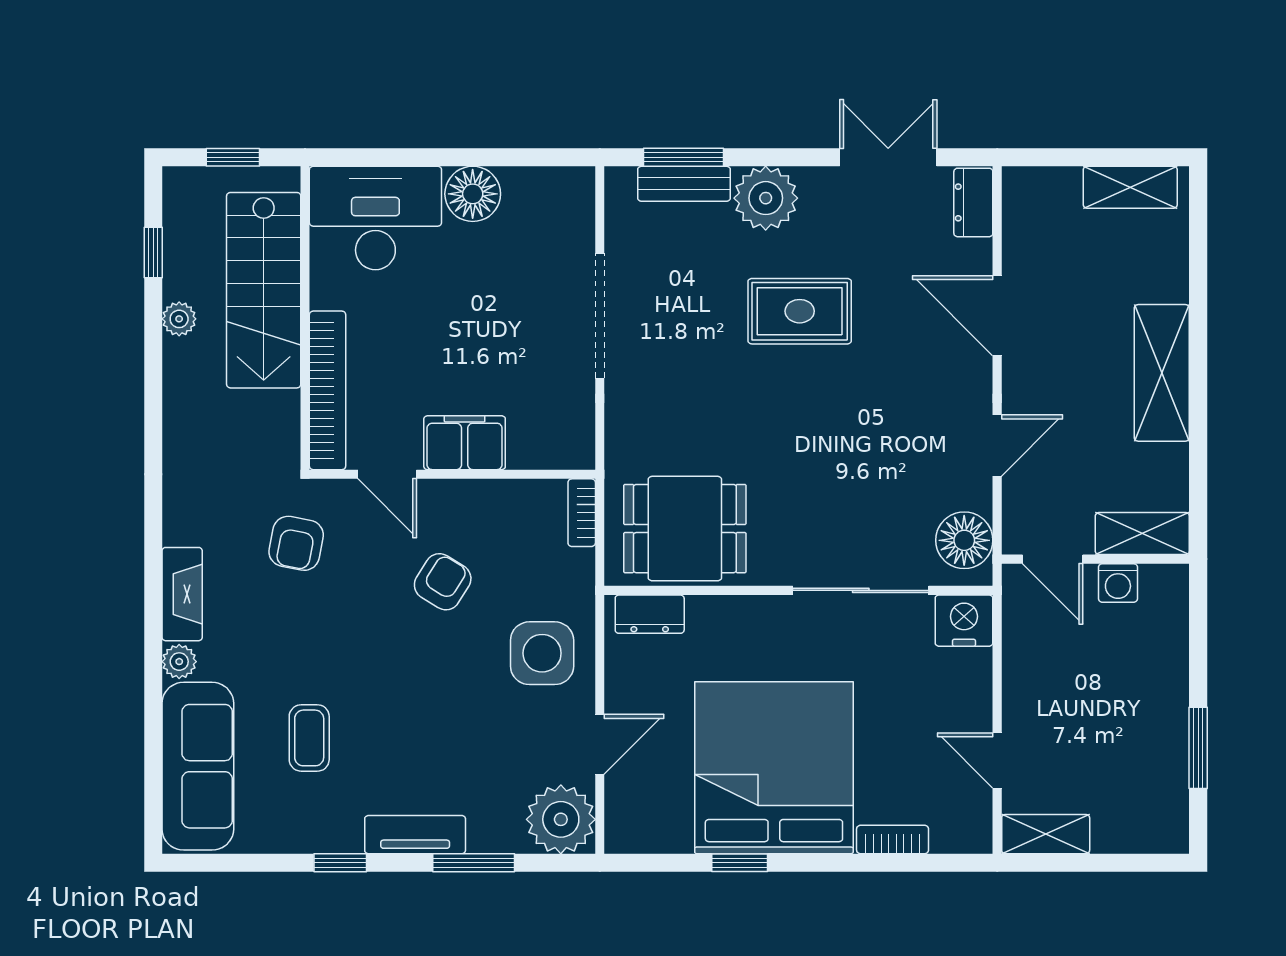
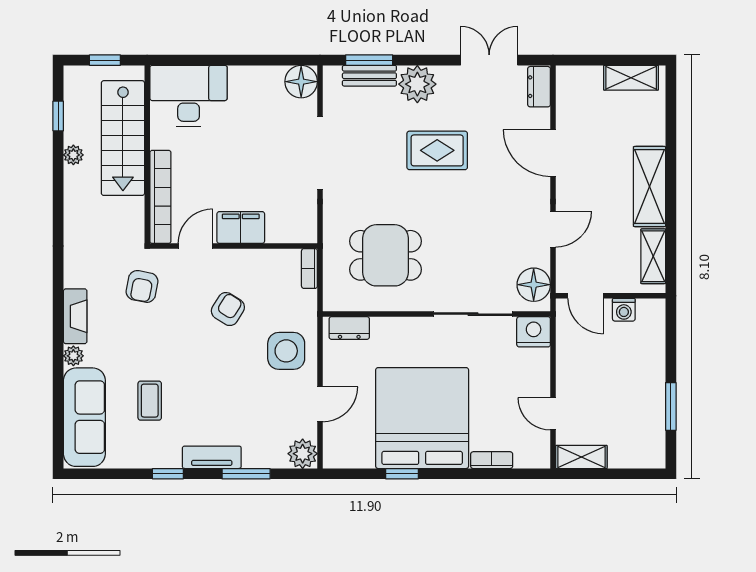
floor lamp: (473, 194) -> (301, 82), moved
door: (387, 474) -> (195, 246), swing flipped
dining table: (685, 529) -> (386, 255), moved
shelving: (1142, 534) -> (653, 256), moved, turned 90
plant: (561, 819) -> (303, 454), width x0.73, depth x0.73

